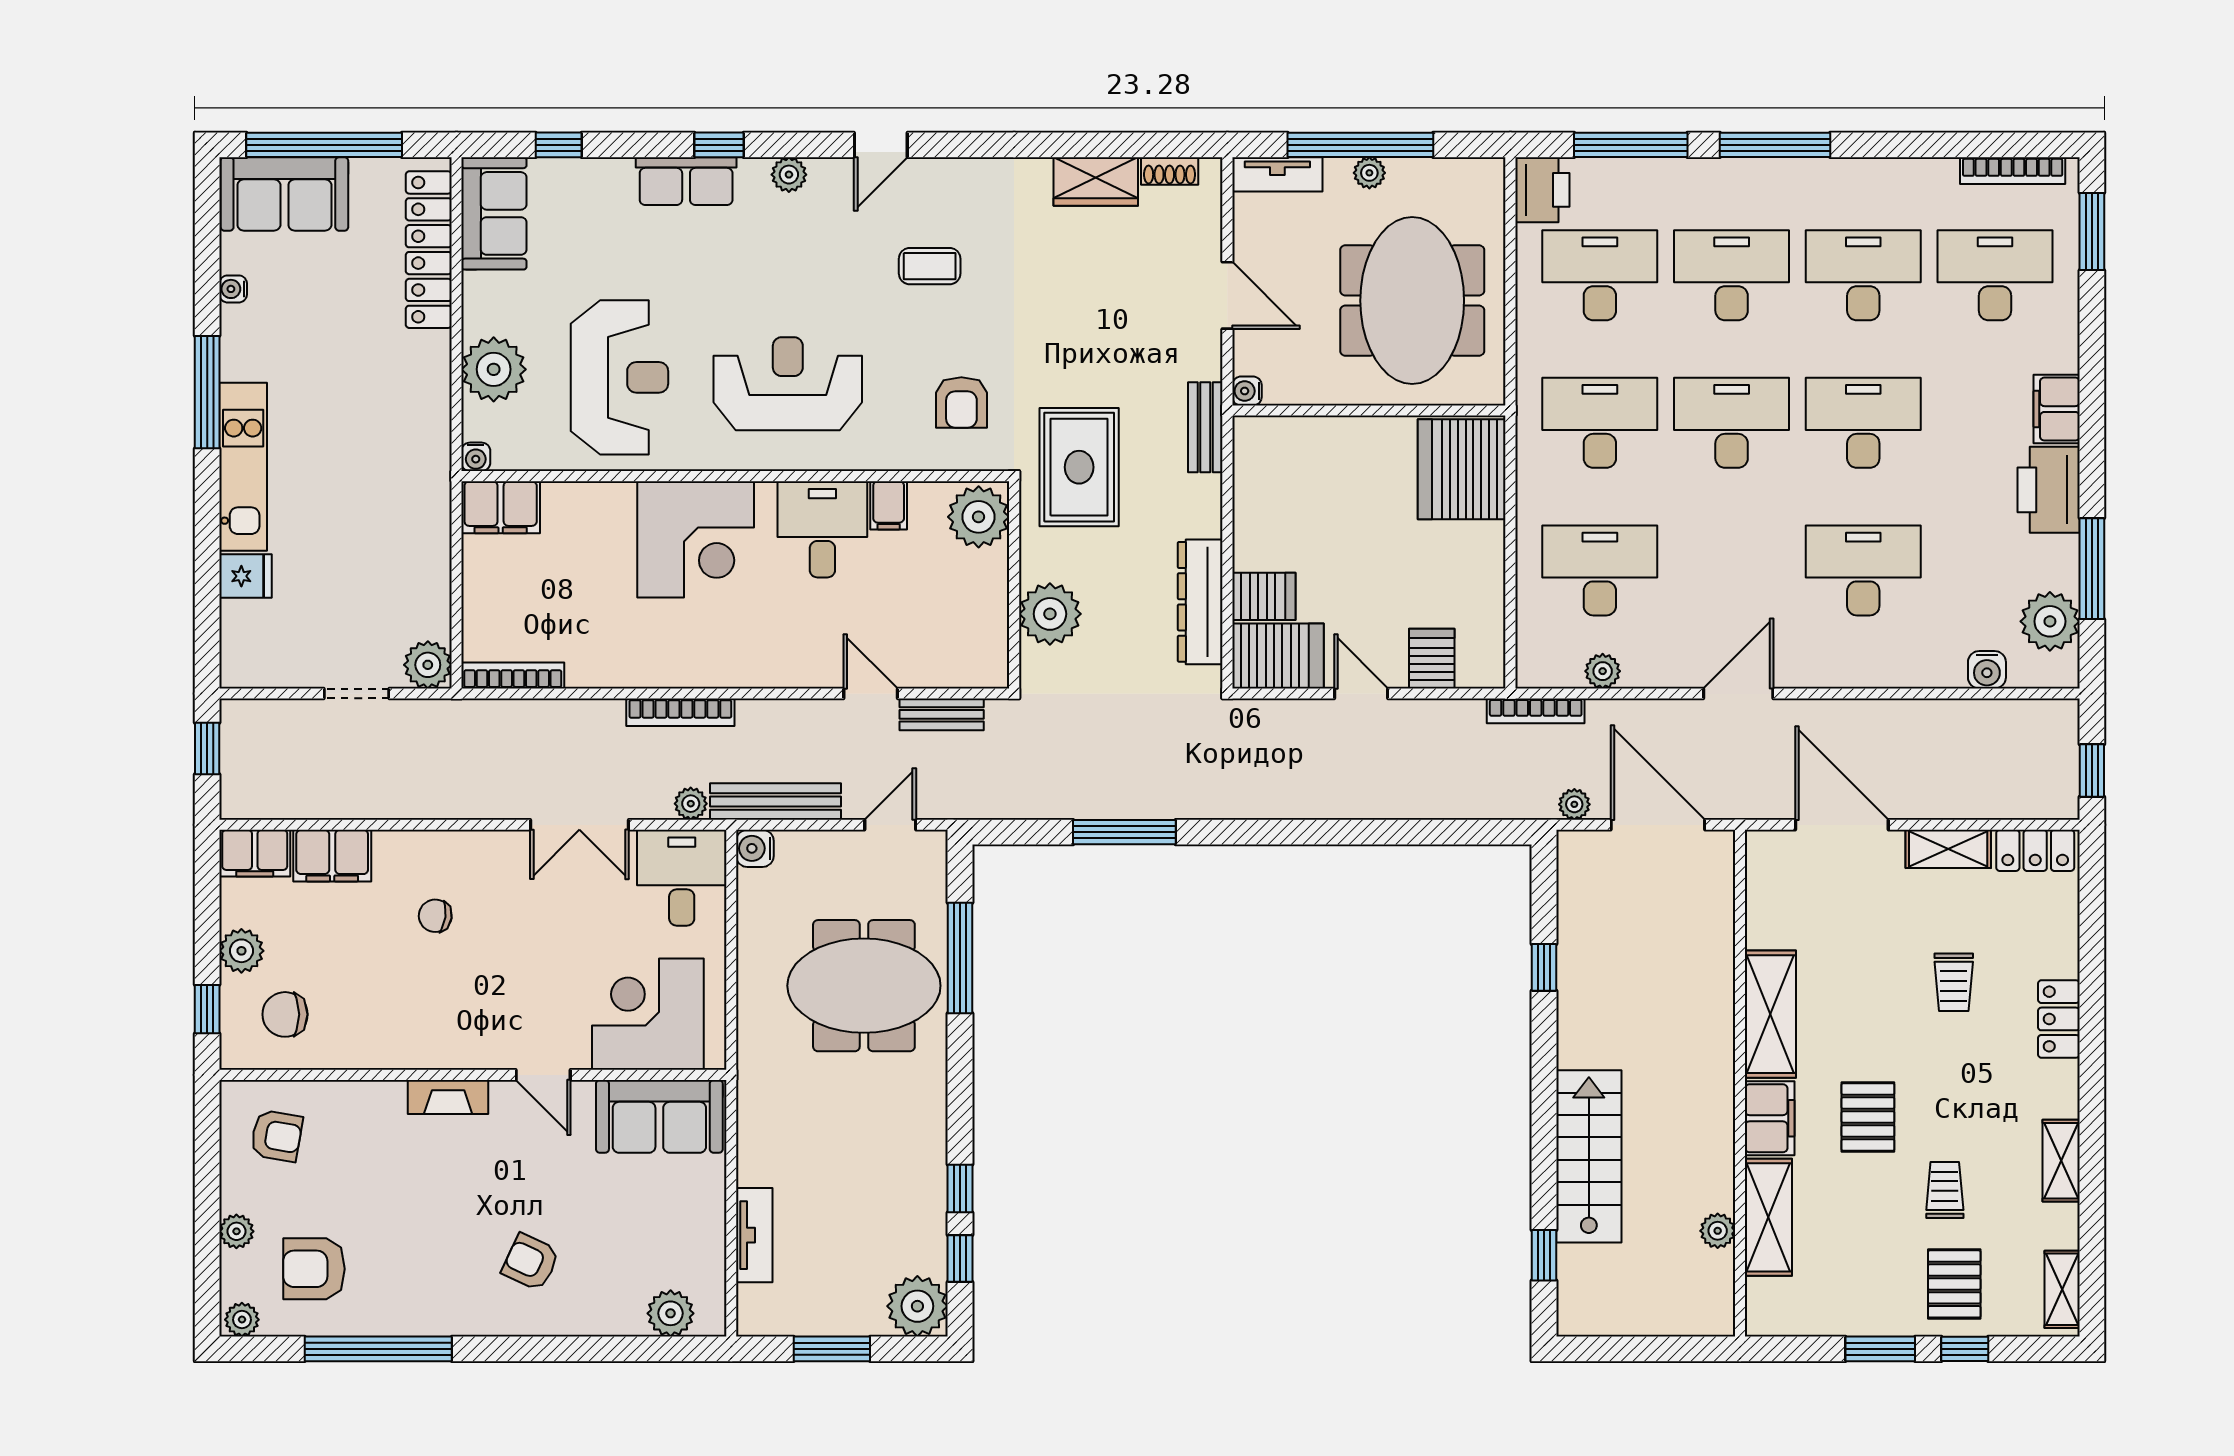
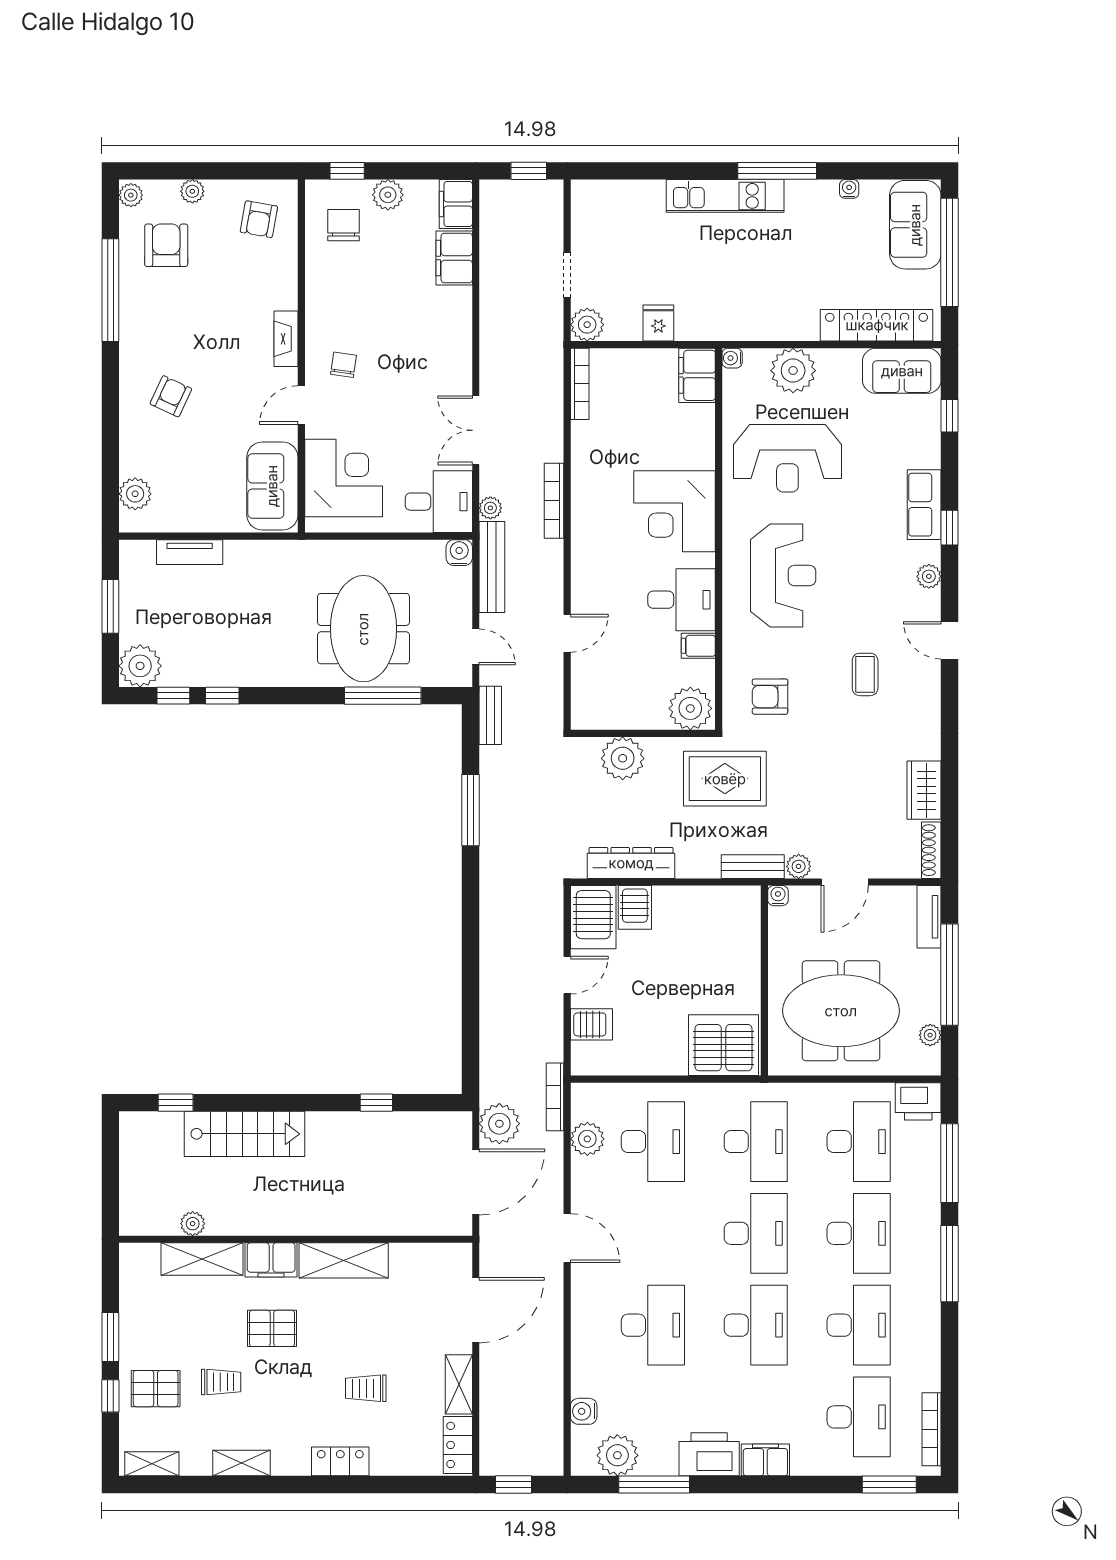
shoe rack: (1170, 171) -> (931, 850), width x1.43
plant: (1369, 173) -> (930, 1035), moved
plant: (1205, 362) -> (799, 866), added
fridge: (245, 576) -> (658, 323), moved, turned 180
plant: (1603, 671) -> (587, 1139), width x1.38, depth x1.38
bench: (942, 714) -> (490, 715), moved
plant: (1574, 804) -> (499, 1124), width x1.88, depth x1.88
chair: (435, 916) -> (343, 365), moved

